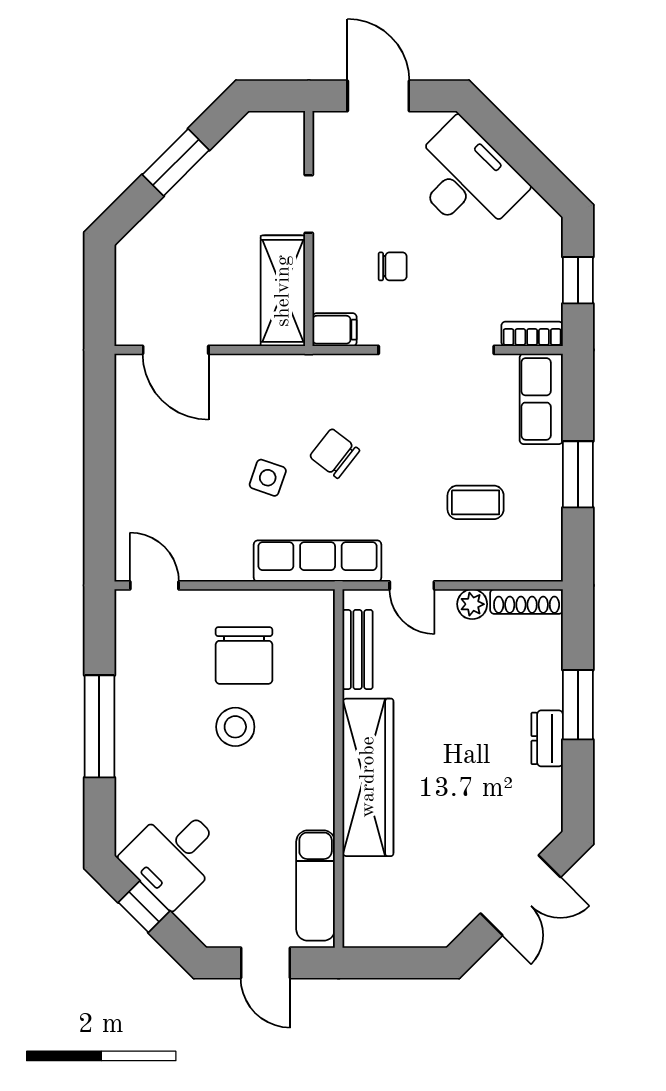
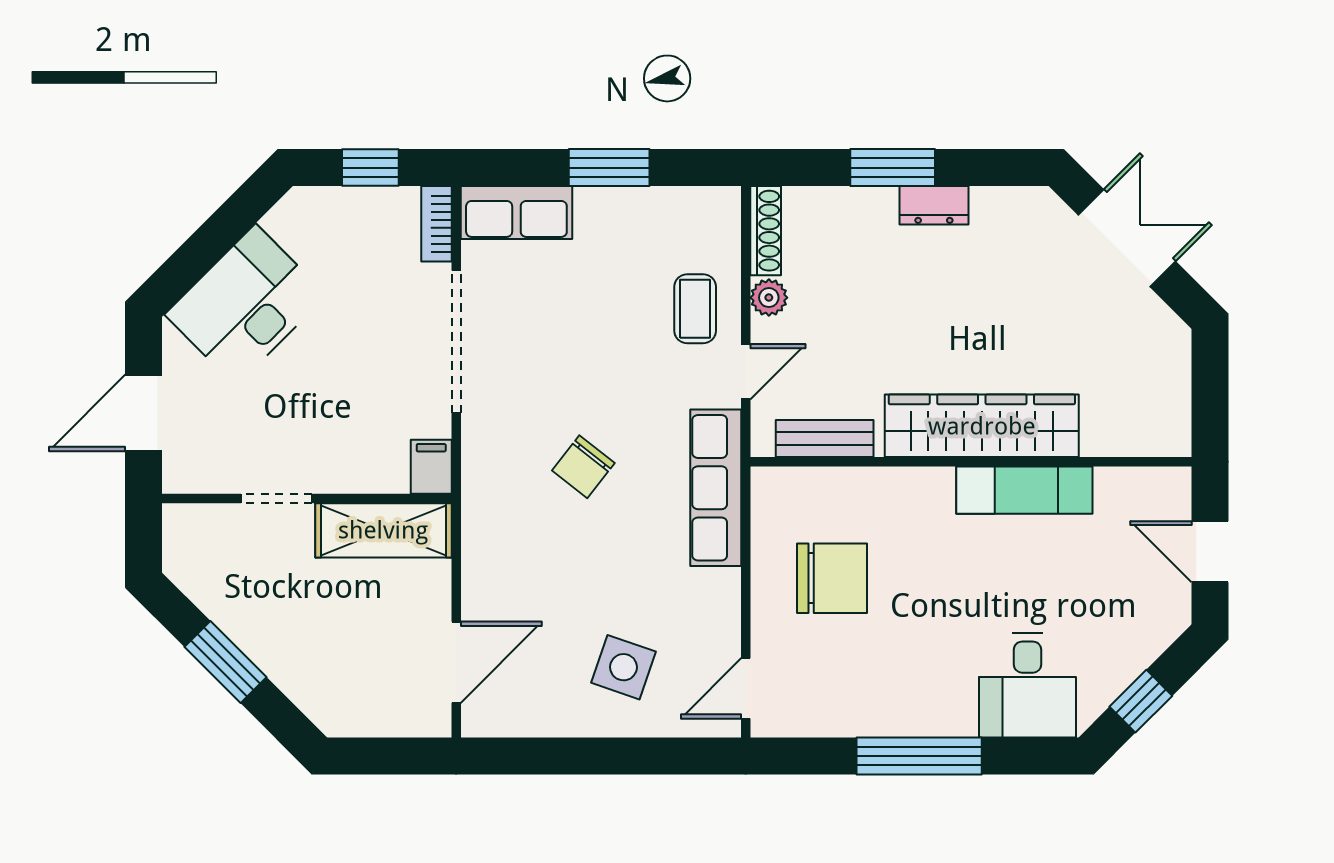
chair: (393, 266) -> (353, 395), removed
side table: (268, 478) -> (624, 667), moved, width x1.37, depth x1.37
coffee table: (476, 502) -> (695, 309), moved
stool: (235, 727) -> (920, 589), removed
desk: (174, 855) -> (1027, 685), moved, turned 45
exam couch: (316, 886) -> (1024, 490), moved
door: (266, 963) -> (1210, 552), swing flipped

